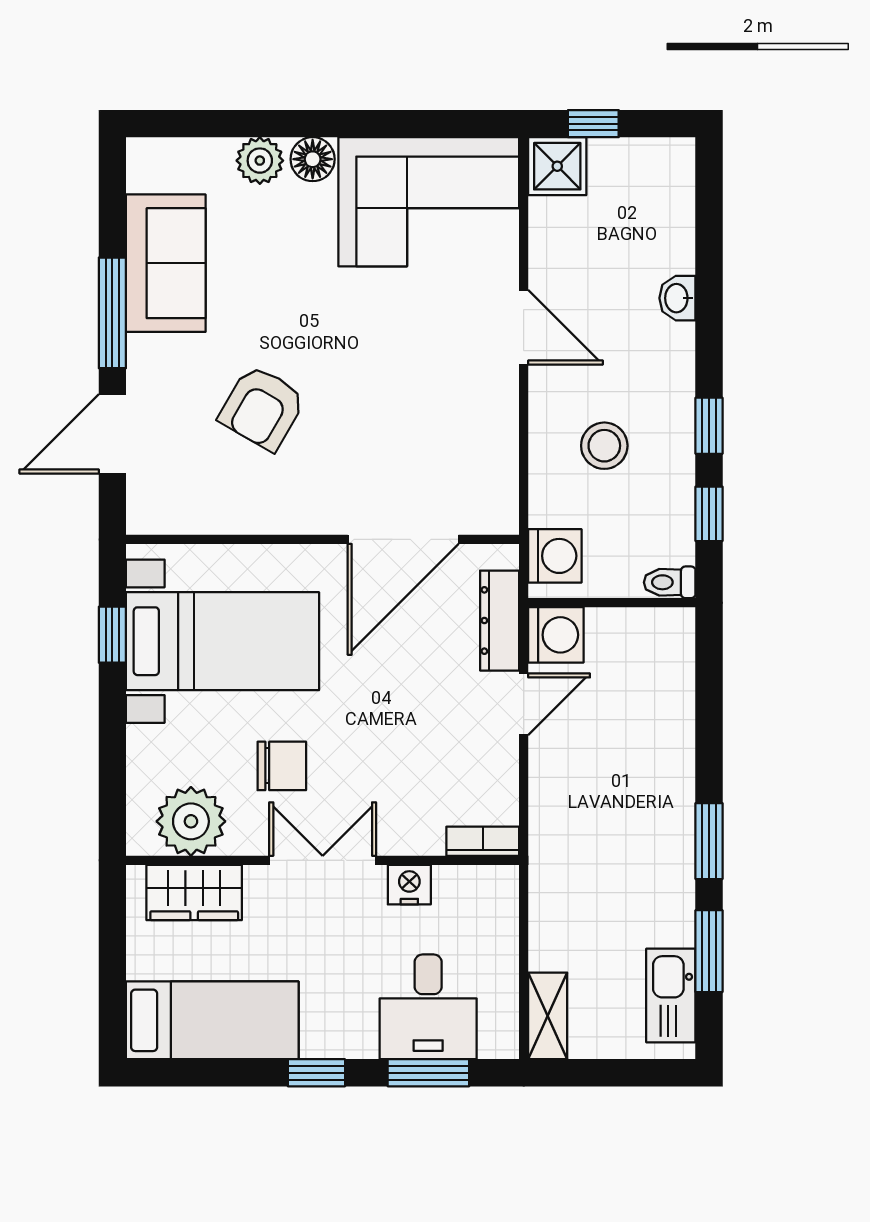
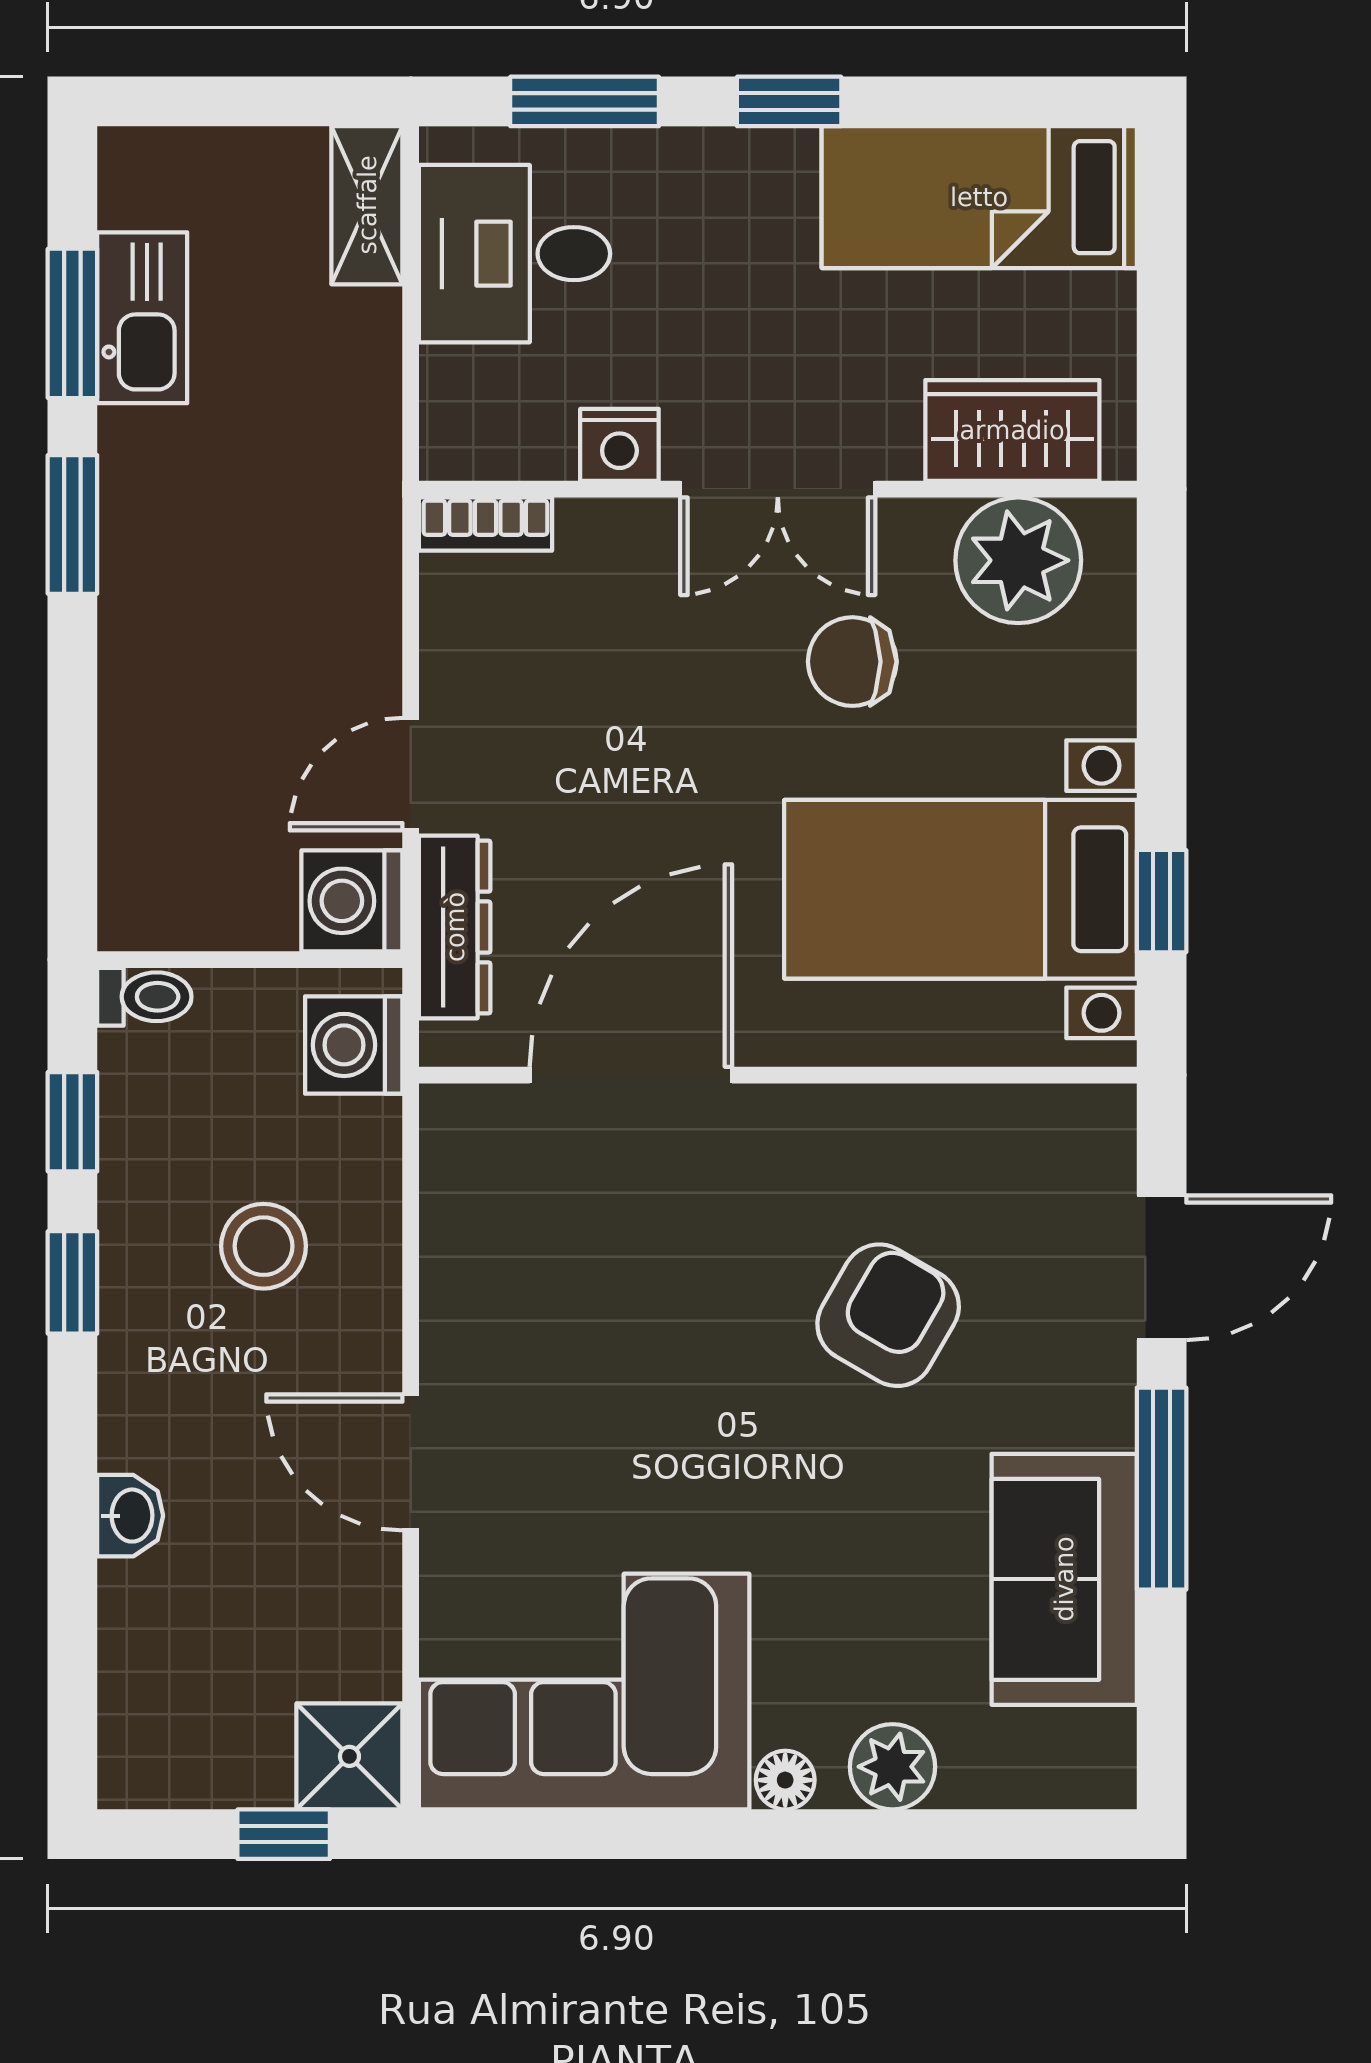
floor lamp: (313, 159) -> (785, 1780), width x0.73, depth x0.73
kitchen sink: (671, 996) -> (142, 318), moved
desk: (428, 1007) -> (515, 254), moved, turned -90

